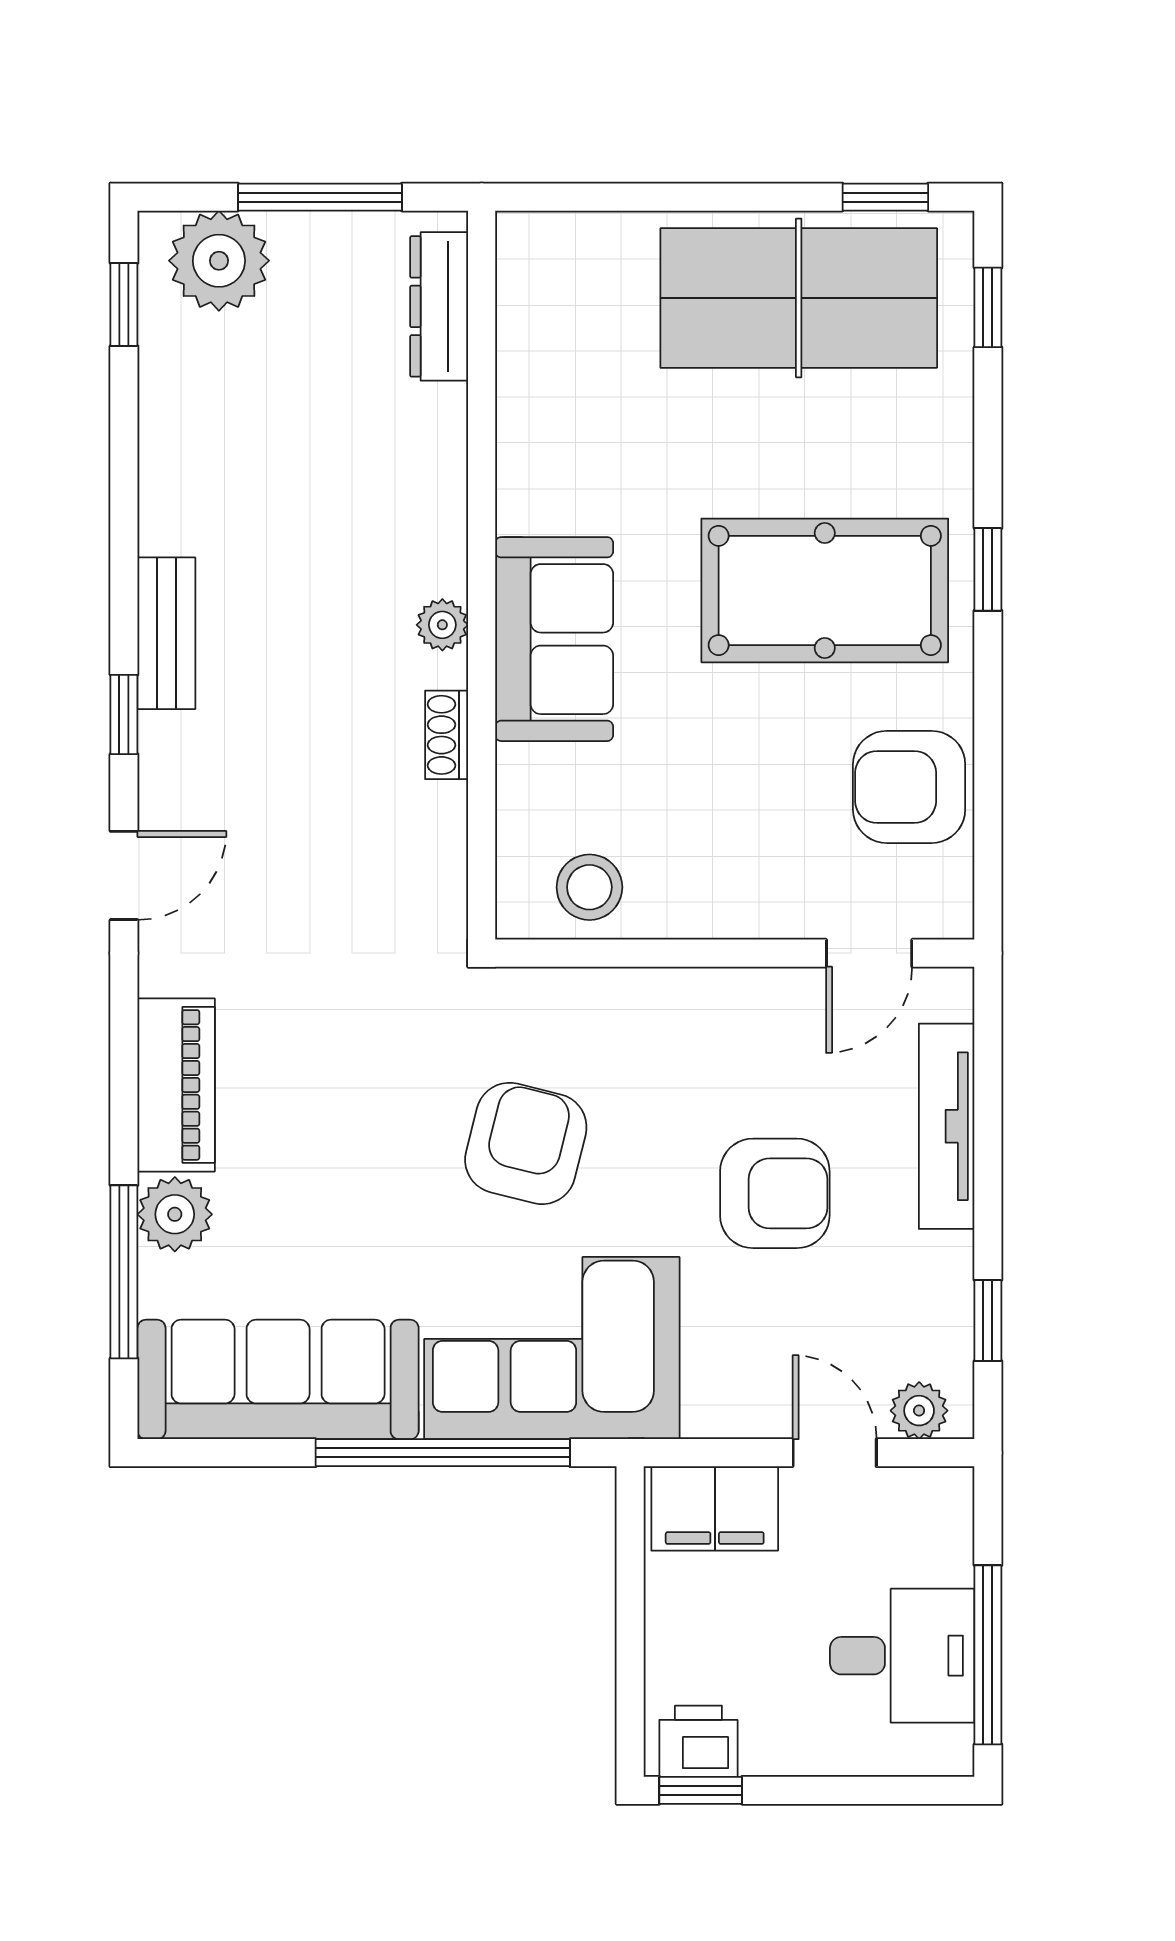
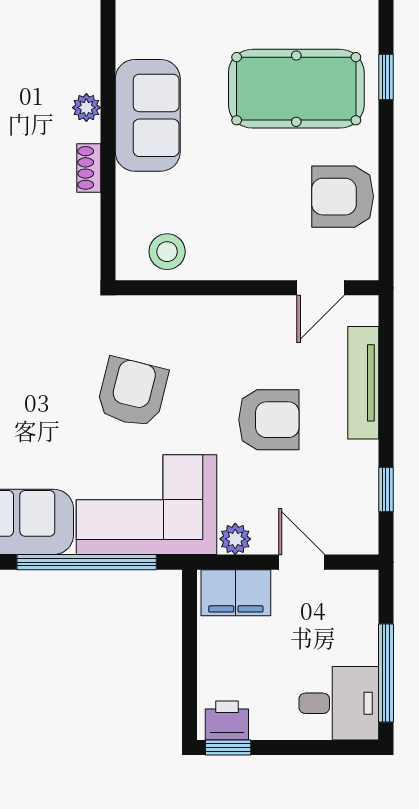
plant: (919, 1411) -> (235, 539), moved
desk: (902, 1656) -> (339, 703), moved

